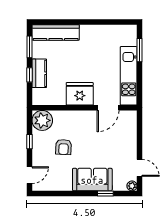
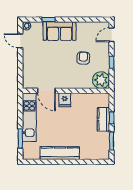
kitchen counter: (56, 32) -> (60, 153), moved
fridge: (80, 94) -> (65, 100), width x0.53, depth x0.75
door: (108, 108) -> (46, 91), swing flipped

